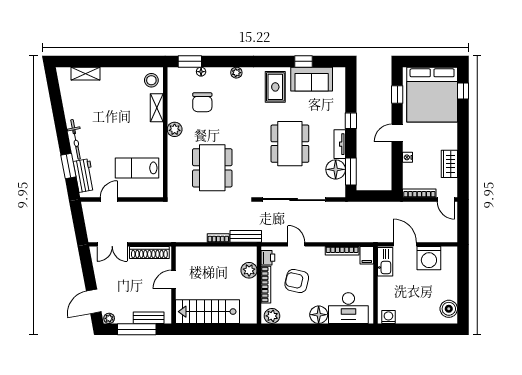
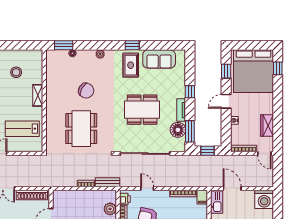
window: (304, 61) -> (132, 45), moved
stool: (151, 80) -> (16, 72), moved
chair: (202, 102) -> (86, 91), moved, turned -60
shelving: (157, 108) -> (38, 95), moved
plant: (175, 129) -> (52, 98), removed
dining table: (290, 144) -> (142, 110), turned 90
window: (373, 196) -> (207, 151), added
washing machine: (429, 258) -> (264, 199), moved

